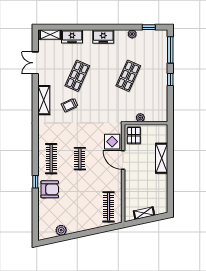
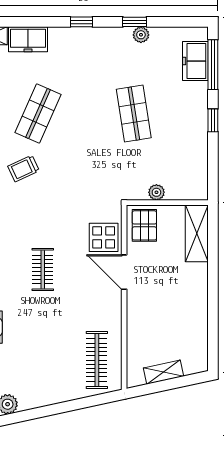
window: (100, 27) -> (81, 22), added
window: (149, 27) -> (135, 22), moved
freezer: (103, 36) -> (195, 61), moved, turned 90
shop shelf: (128, 76) -> (134, 114), turned -33
shelving: (162, 158) -> (197, 233), moved

